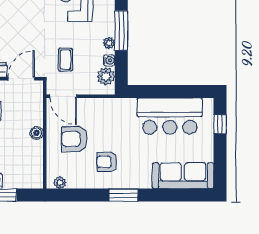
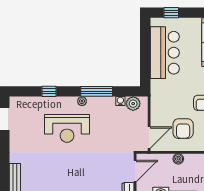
plant: (109, 43) -> (82, 101), moved
coffee table: (66, 60) -> (120, 136), removed
door: (21, 79) -> (135, 171), swing flipped

